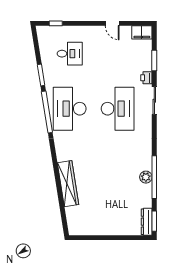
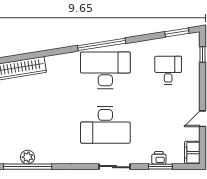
desk: (70, 54) -> (168, 70), turned 180
window: (41, 75) -> (177, 32), moved
printer: (146, 78) -> (159, 158), moved

